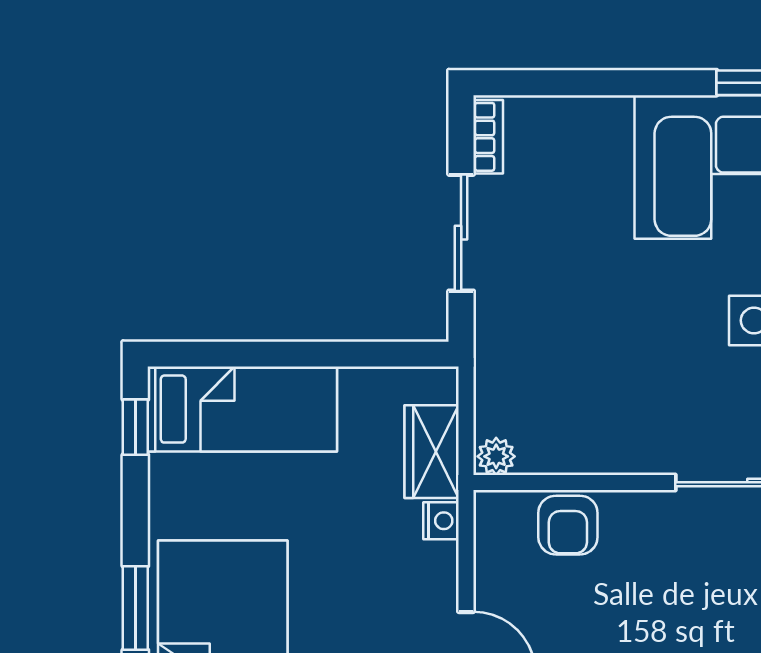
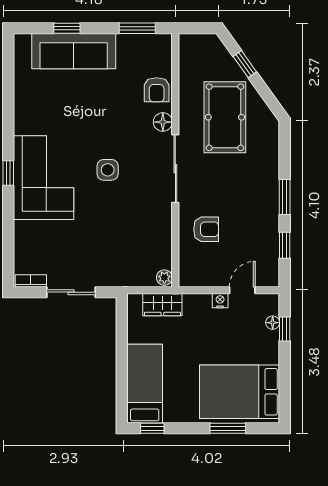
nightstand: (441, 521) -> (220, 301), moved
armchair: (568, 525) -> (206, 229), moved

